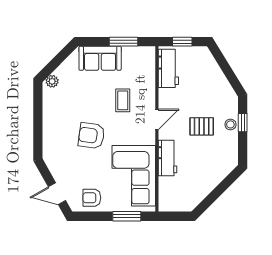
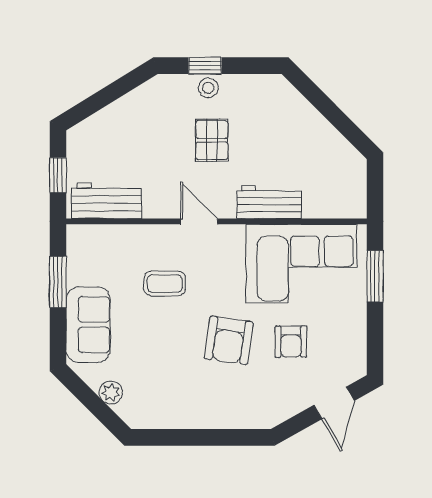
plant: (52, 81) -> (111, 393), moved
armchair: (92, 198) -> (291, 342), moved

